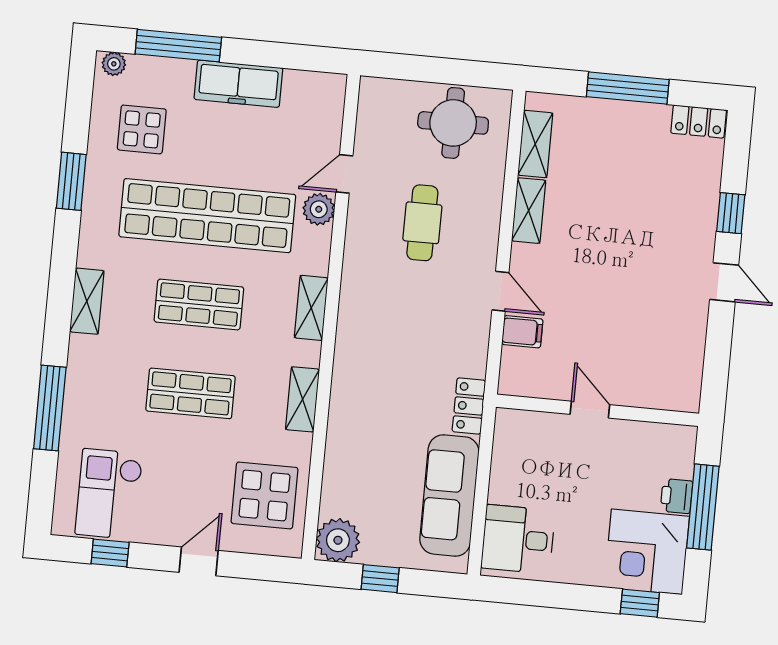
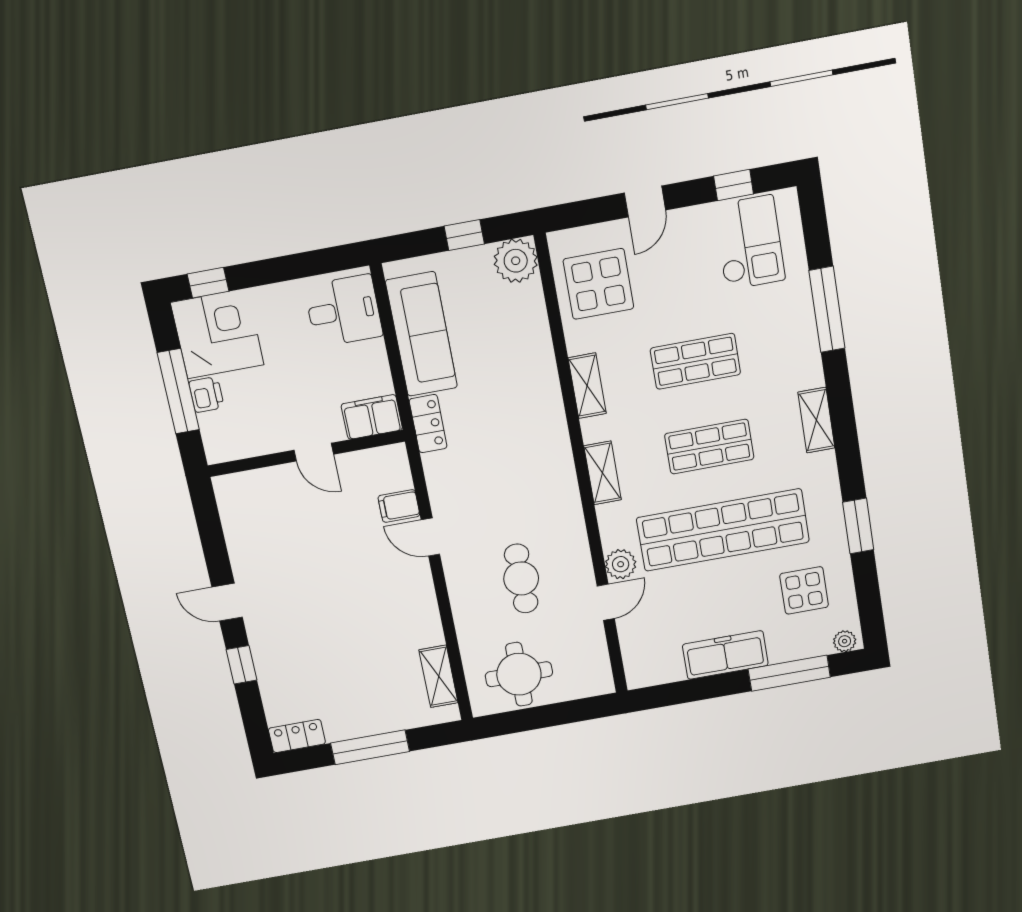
shelving: (529, 211) -> (427, 616), removed
filing cabinet: (522, 428) -> (372, 417), added

